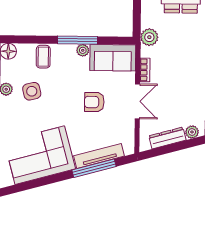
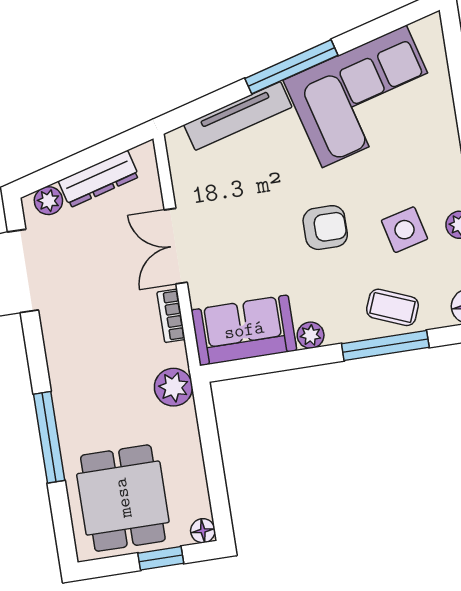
window: (78, 40) -> (385, 346), moved
coffee table: (43, 57) -> (392, 307), turned -68
armchair: (94, 102) -> (325, 228), moved
window: (94, 168) -> (291, 67), moved

